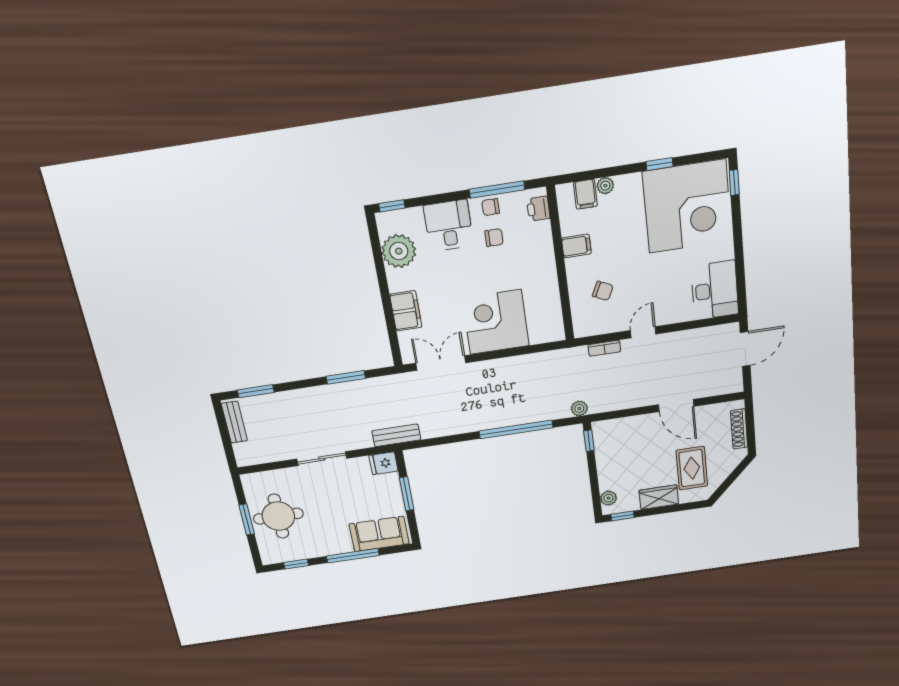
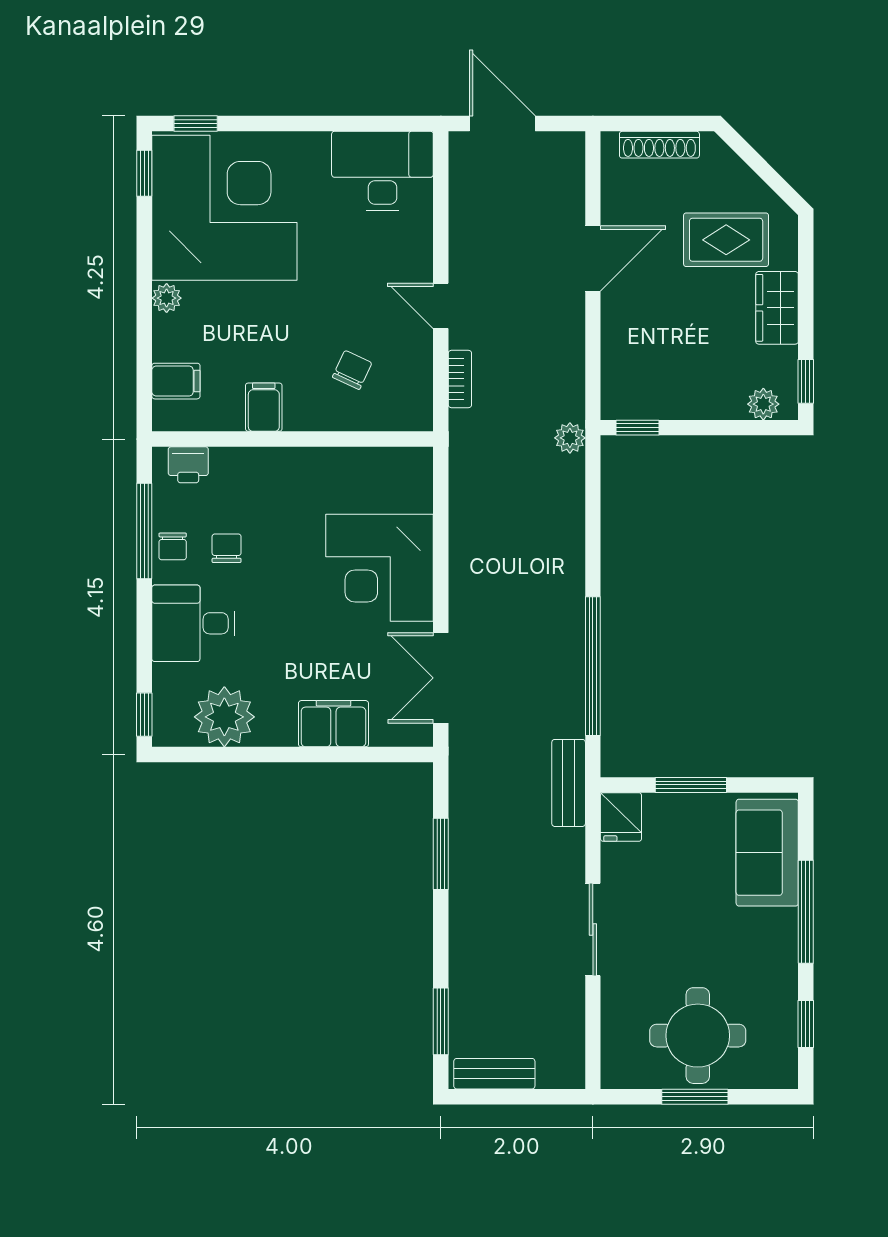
window: (660, 164) -> (144, 173), moved
plant: (605, 186) -> (167, 298), moved
window: (516, 429) -> (593, 666), moved

